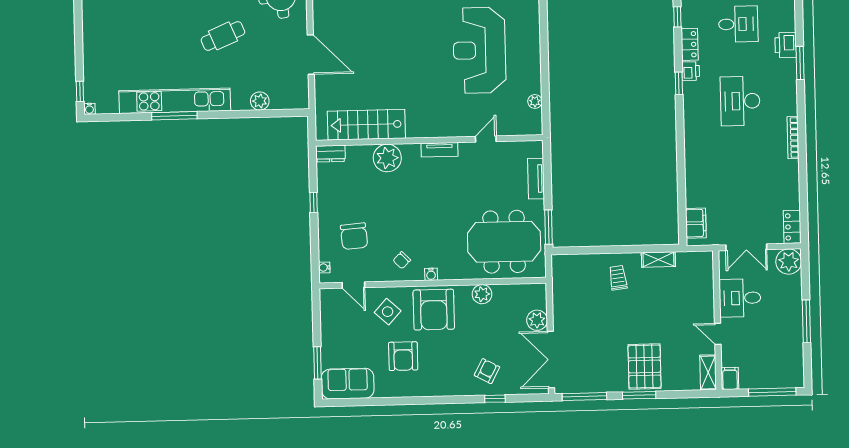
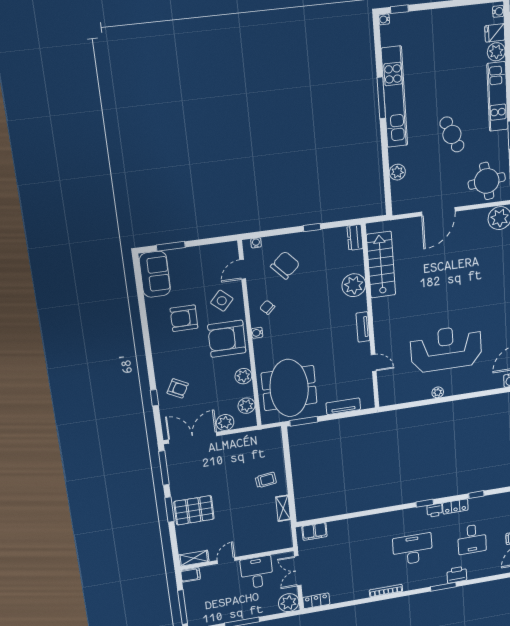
plant: (535, 101) -> (438, 392), moved
chair: (354, 236) -> (285, 265), turned 143
plant: (519, 293) -> (246, 406), added

